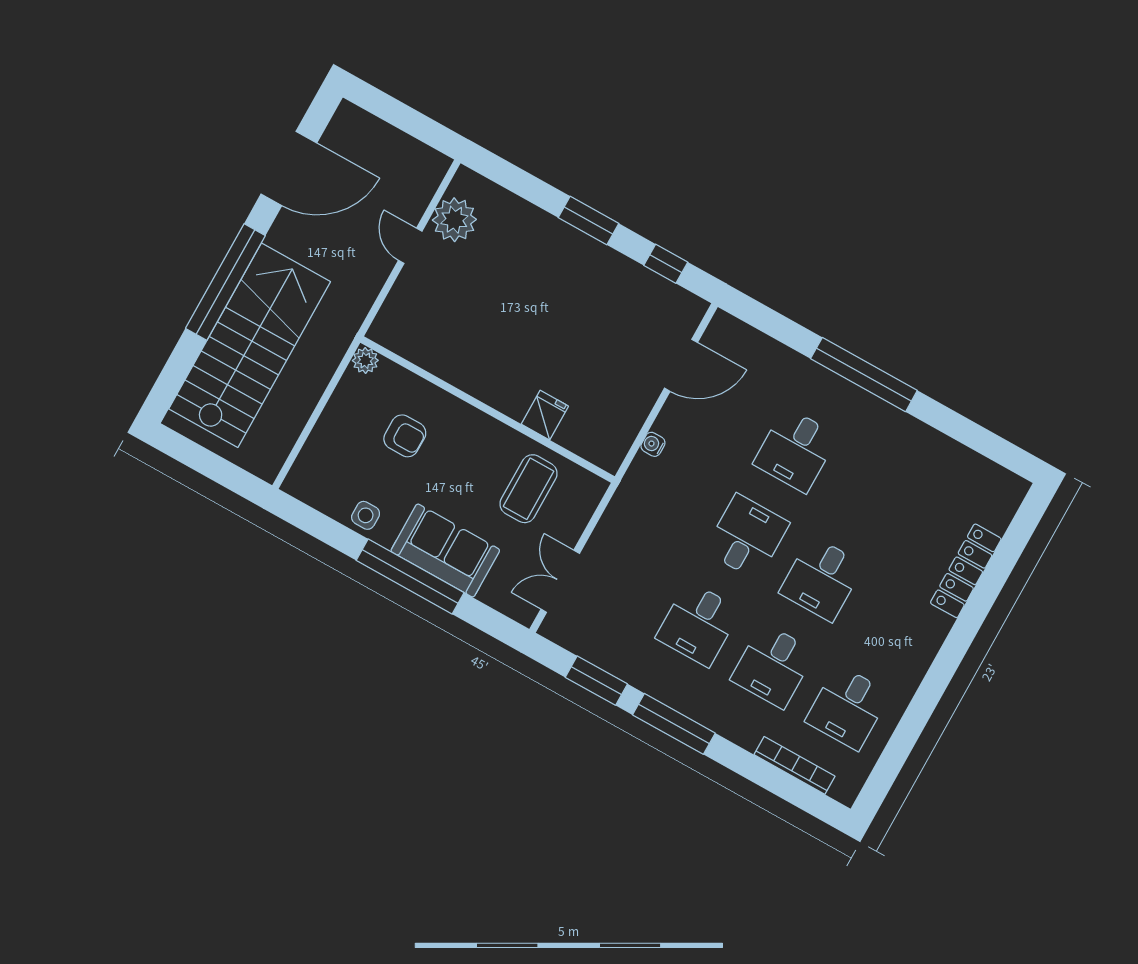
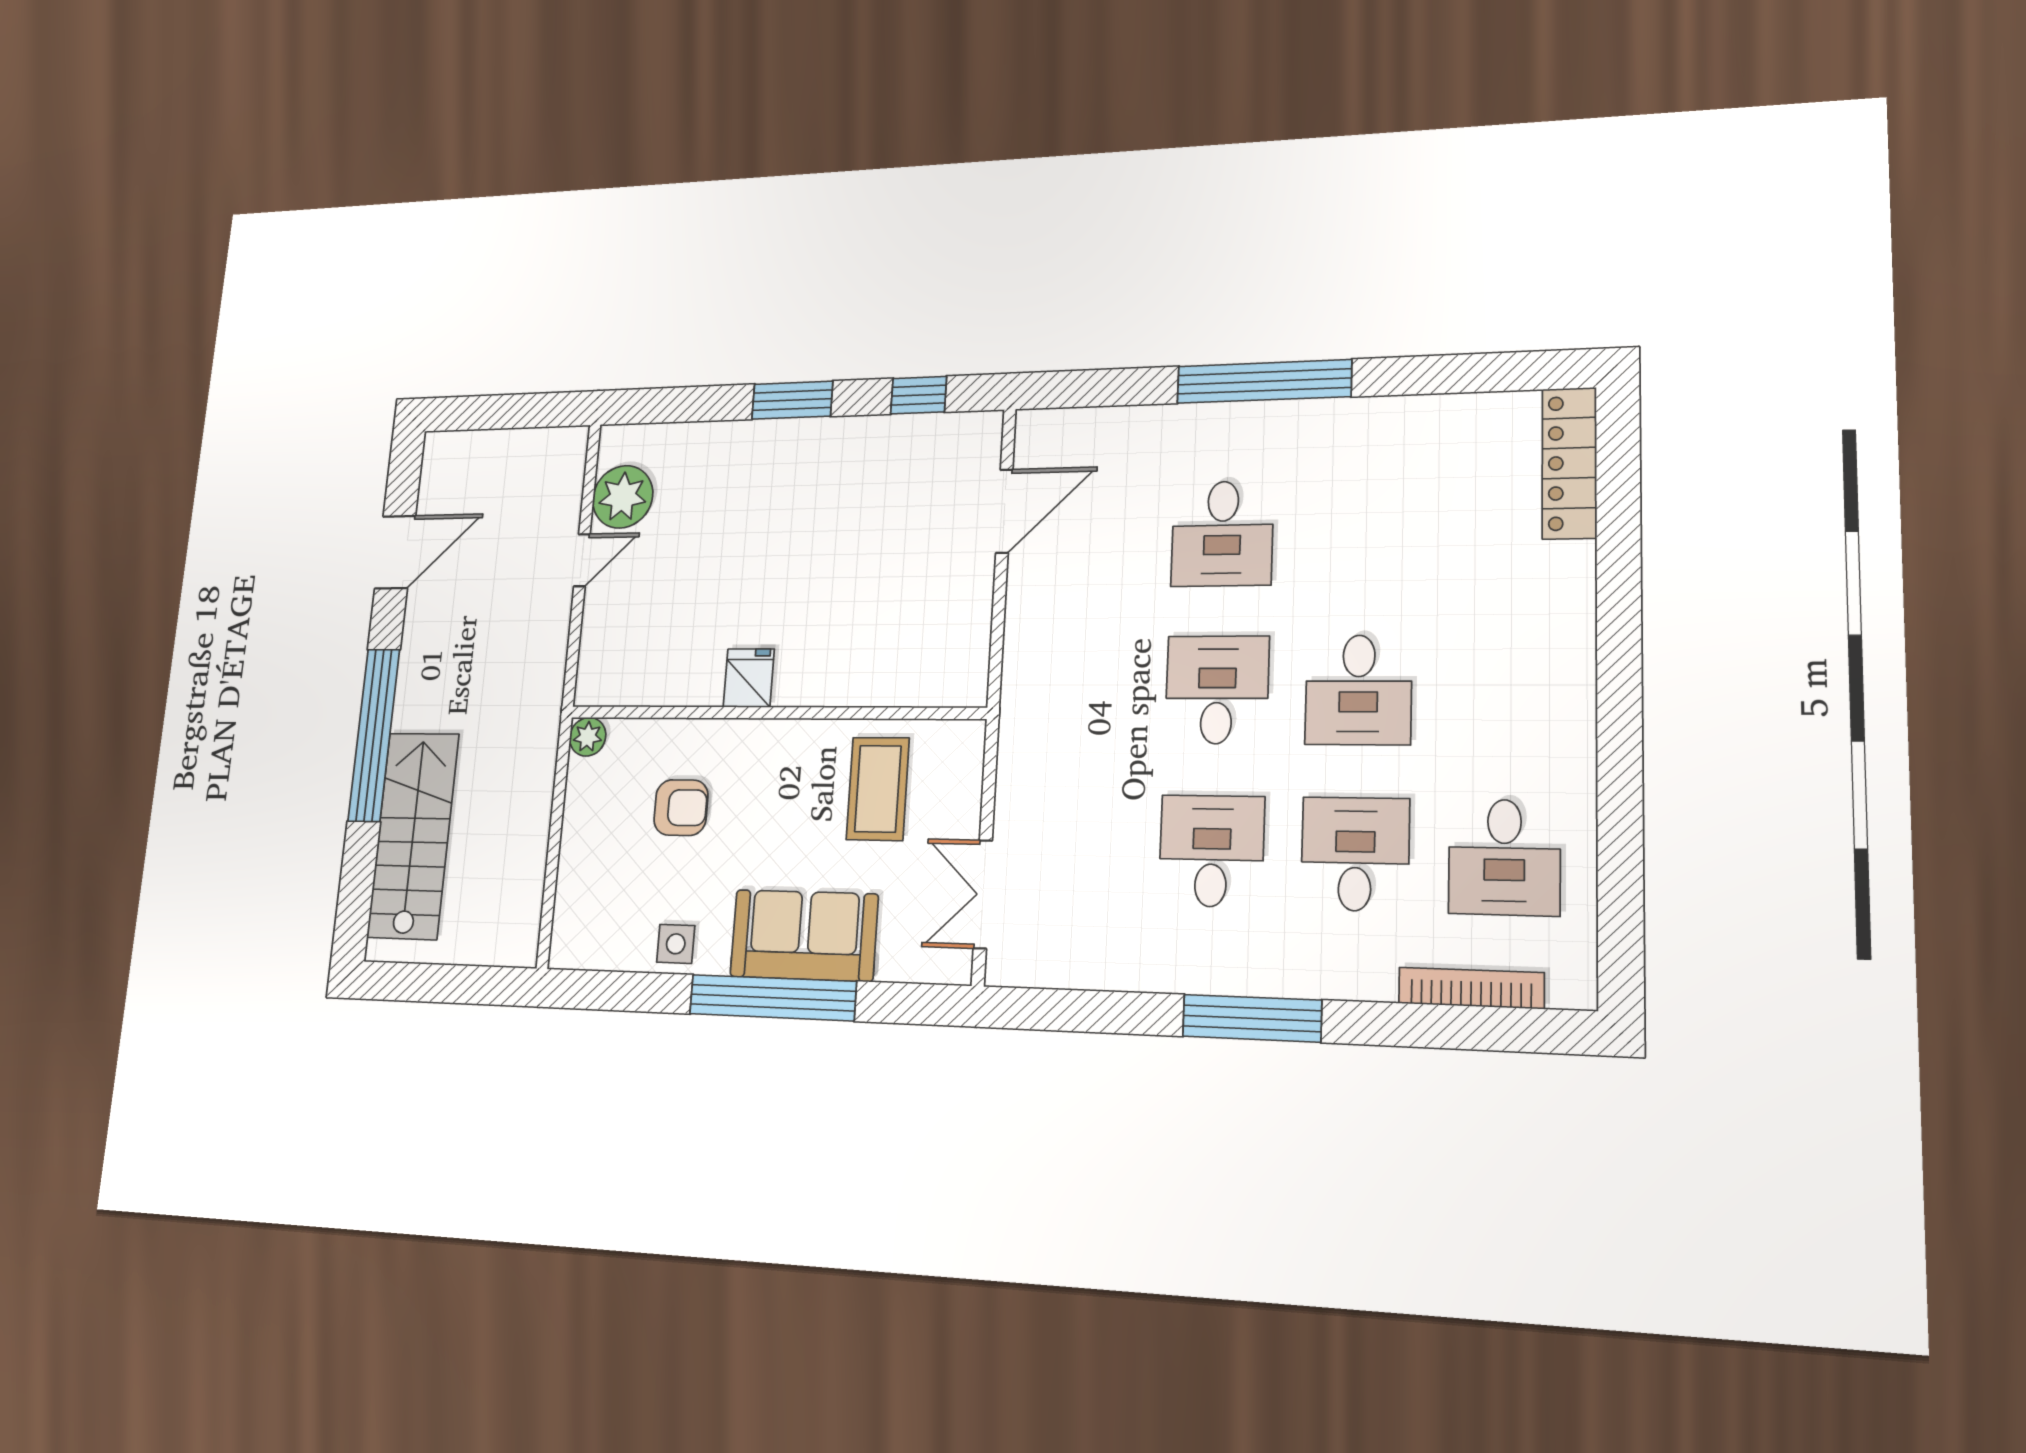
door: (289, 168) -> (395, 552), width x0.73
door: (410, 246) -> (582, 560), swing flipped
stairs: (250, 345) -> (413, 835), width x0.73, depth x0.66
fridge: (545, 415) -> (749, 678), moved
water cooler: (653, 444) -> (1019, 636), removed
locker: (966, 571) -> (1569, 463), moved
desk: (698, 624) -> (1211, 851), turned 180
desk: (773, 666) -> (1355, 854), turned 180
window: (596, 681) -> (1105, 1012), removed

